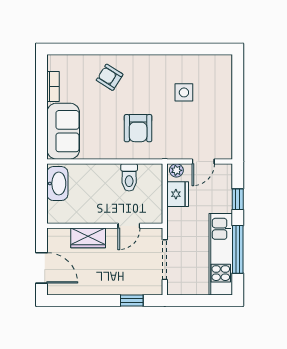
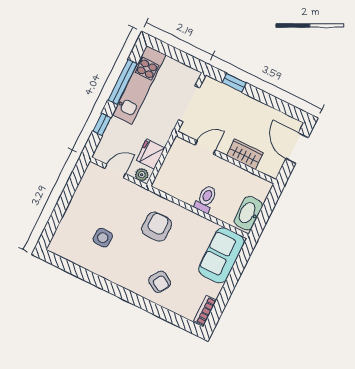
bookcase: (53, 86) -> (205, 311), moved
toilet: (129, 177) -> (206, 199), moved

